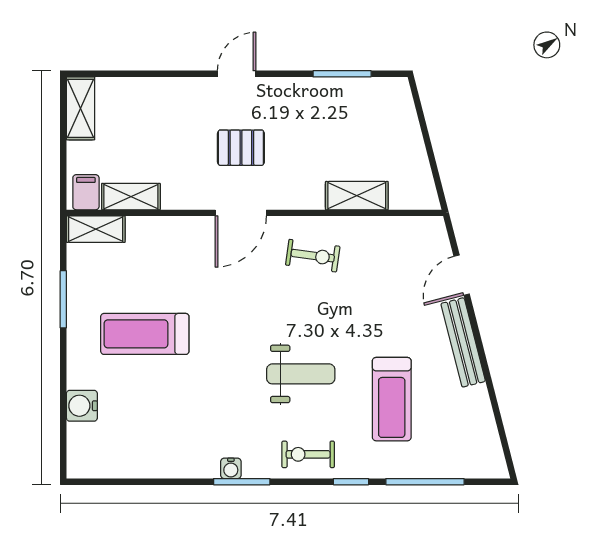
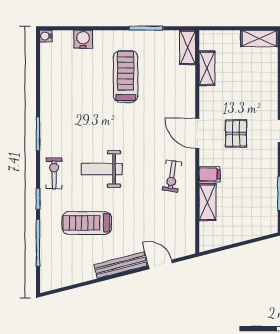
filing cabinet: (86, 192) -> (210, 174), moved
weight bench: (301, 374) -> (102, 169), turned 90
water cooler: (231, 468) -> (46, 36), moved

